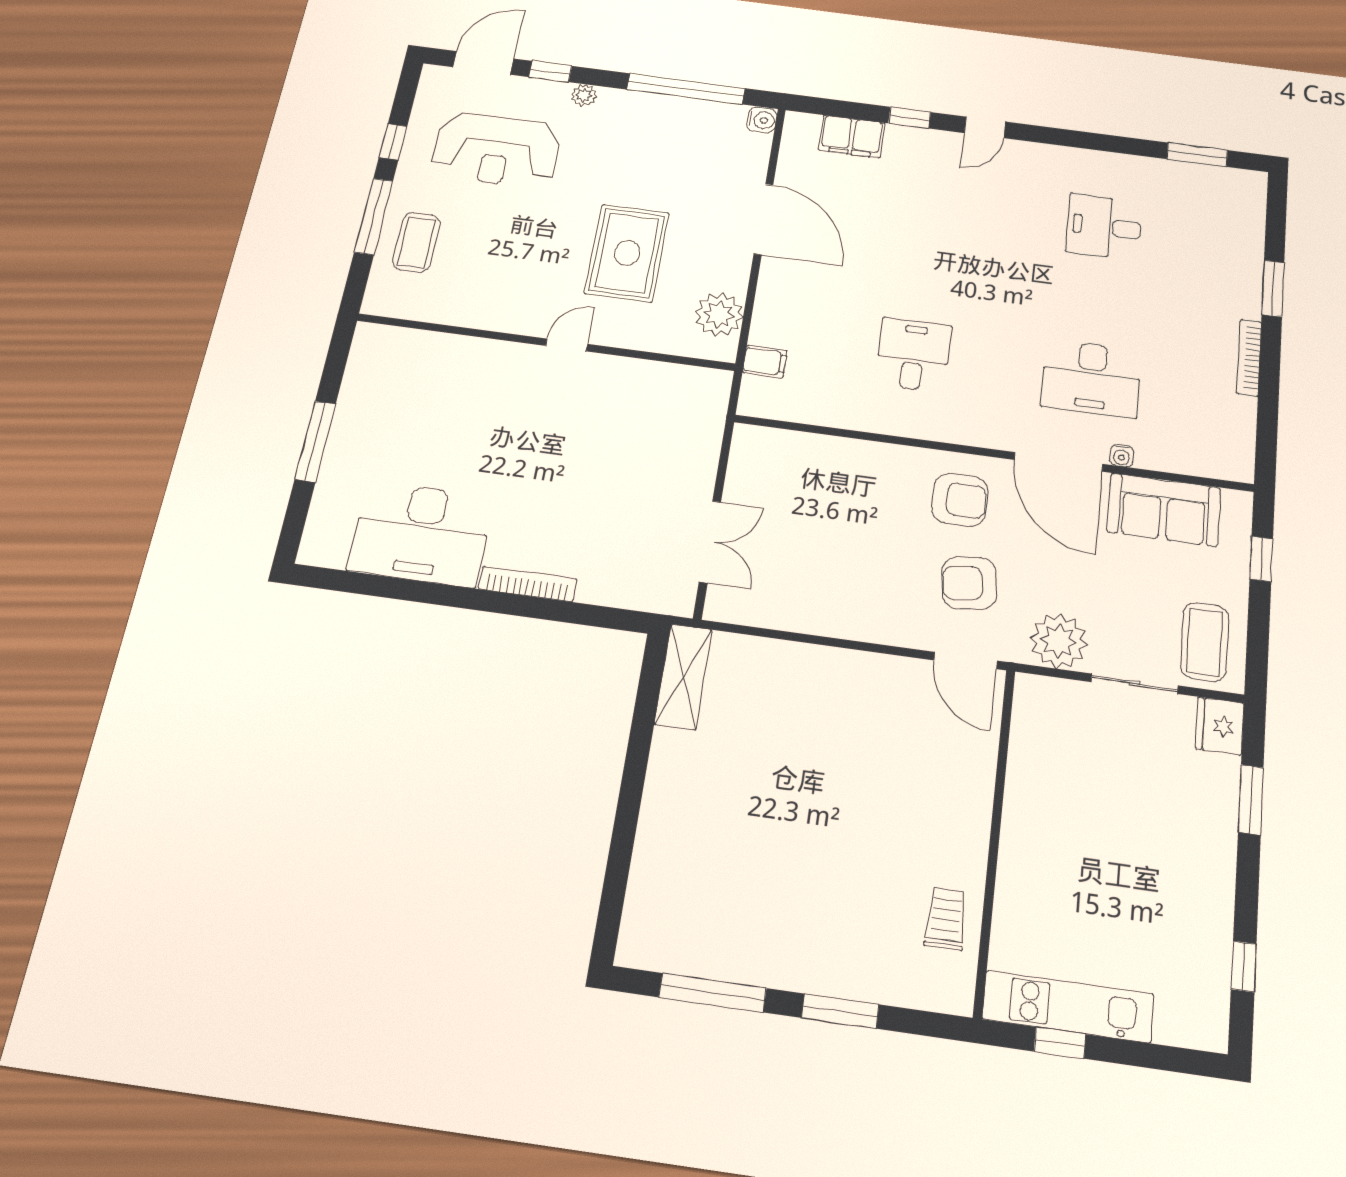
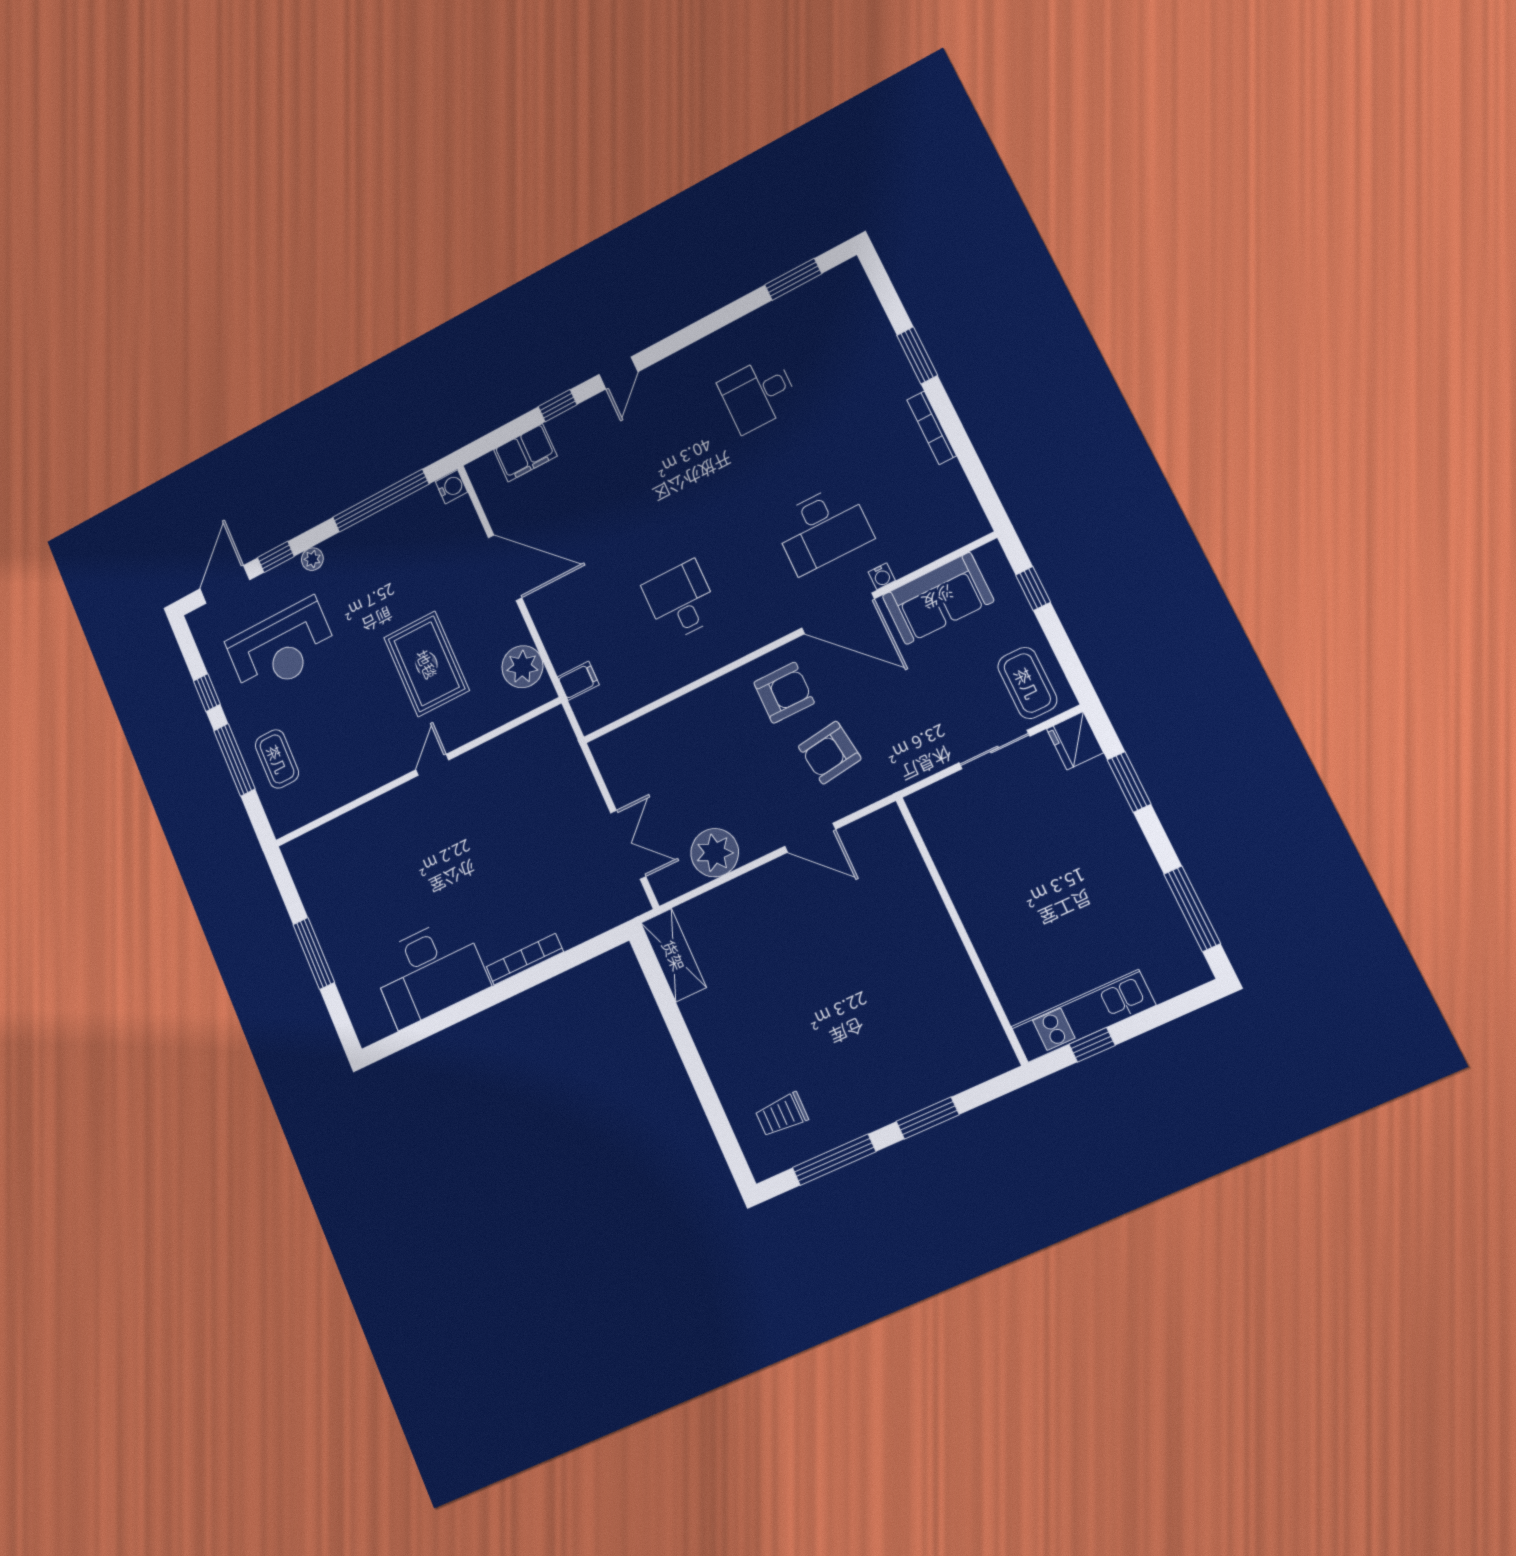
plant: (1059, 641) -> (715, 853), moved
door: (965, 660) -> (810, 838), moved
trolley: (946, 919) -> (782, 1115), moved, turned -90
window: (1244, 966) -> (1192, 909), width x2.17

